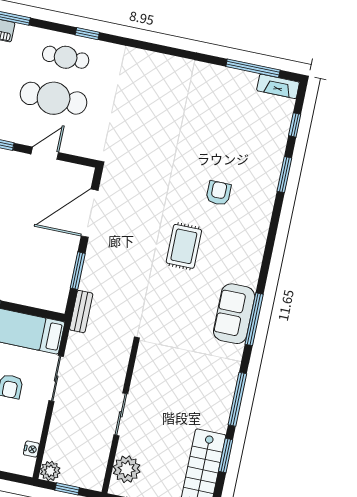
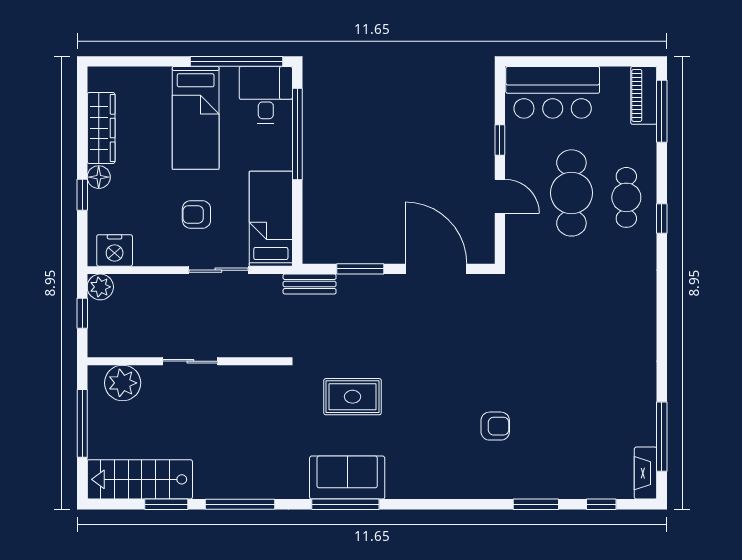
rug: (184, 246) -> (353, 397), moved
nightstand: (31, 449) -> (115, 250), width x1.89, depth x1.79

